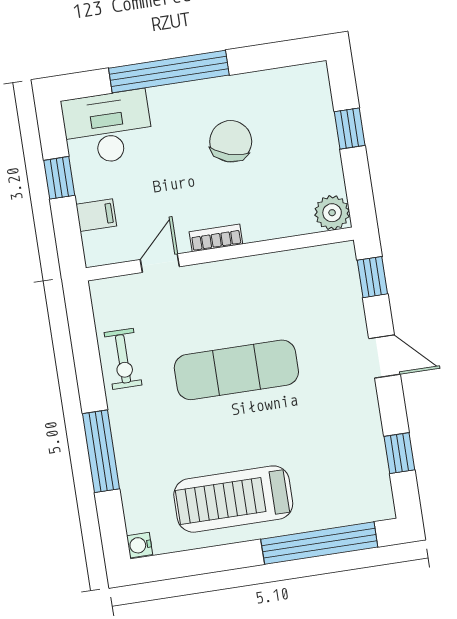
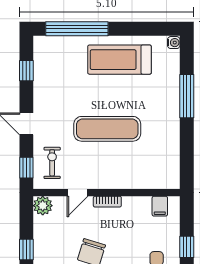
filing cabinet: (96, 215) -> (160, 206), moved, turned -90
door: (160, 263) -> (77, 193), moved
exercise bike: (123, 359) -> (52, 163), moved
treadmill: (233, 499) -> (119, 60), turned 180

